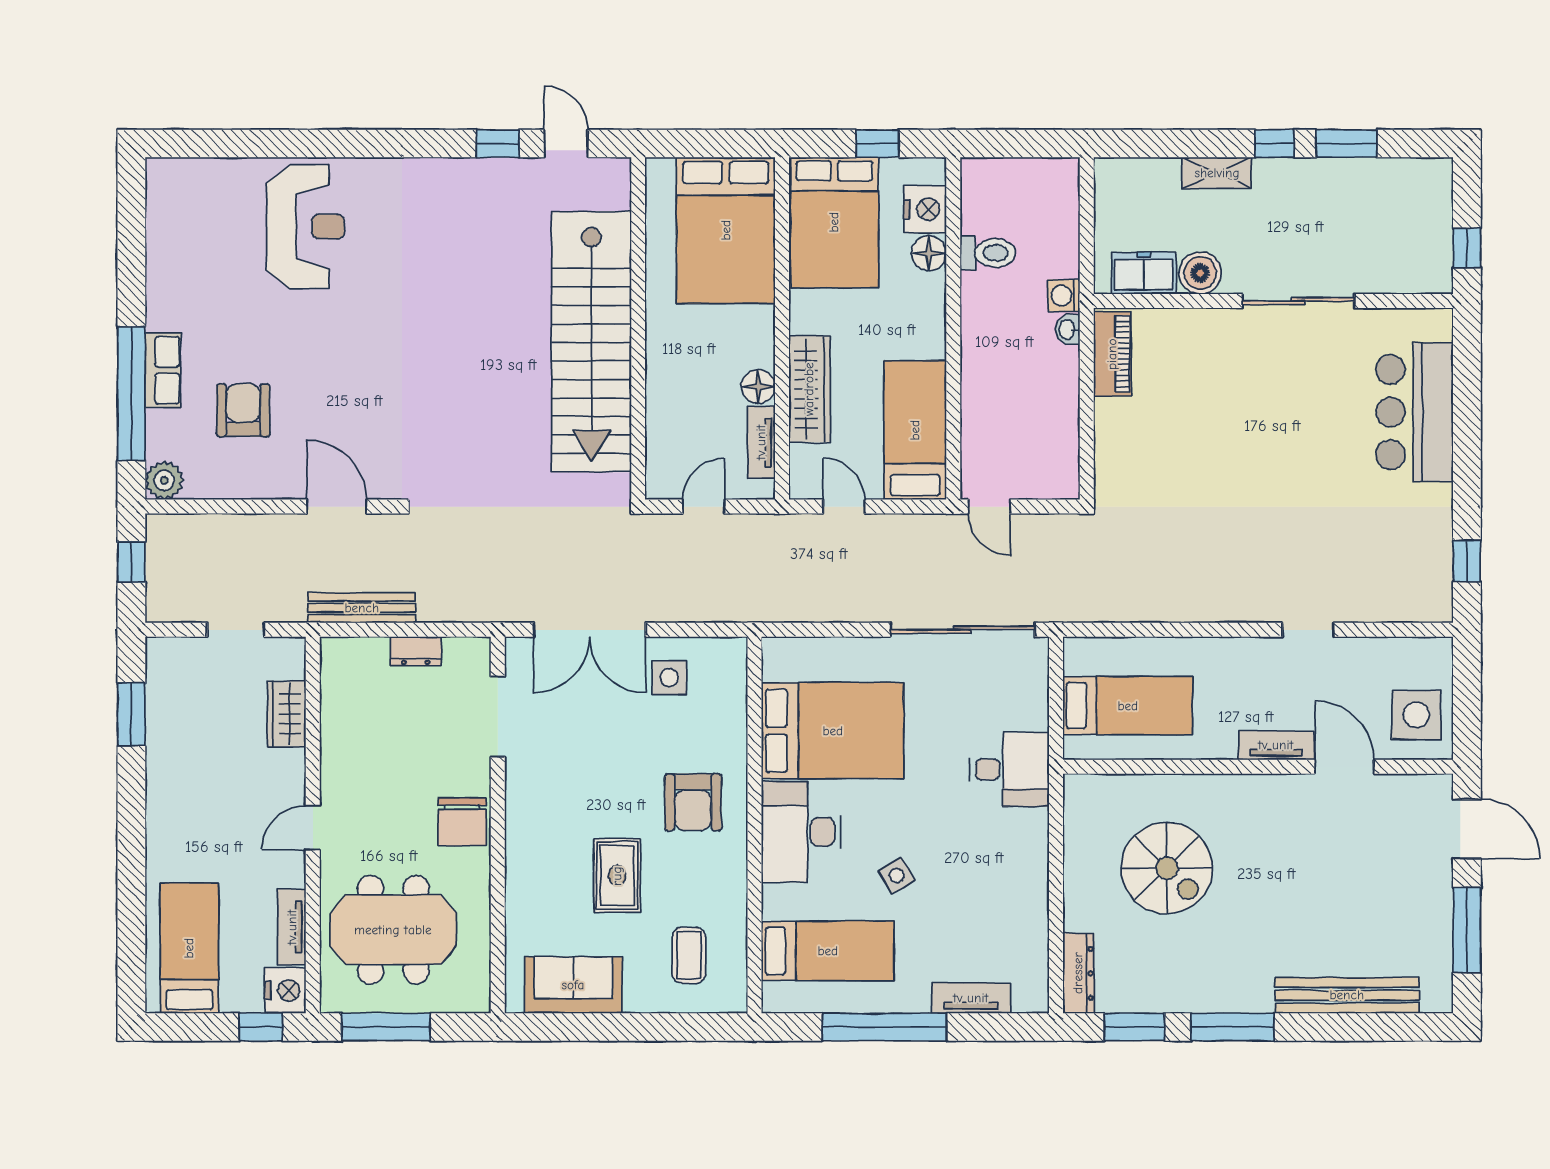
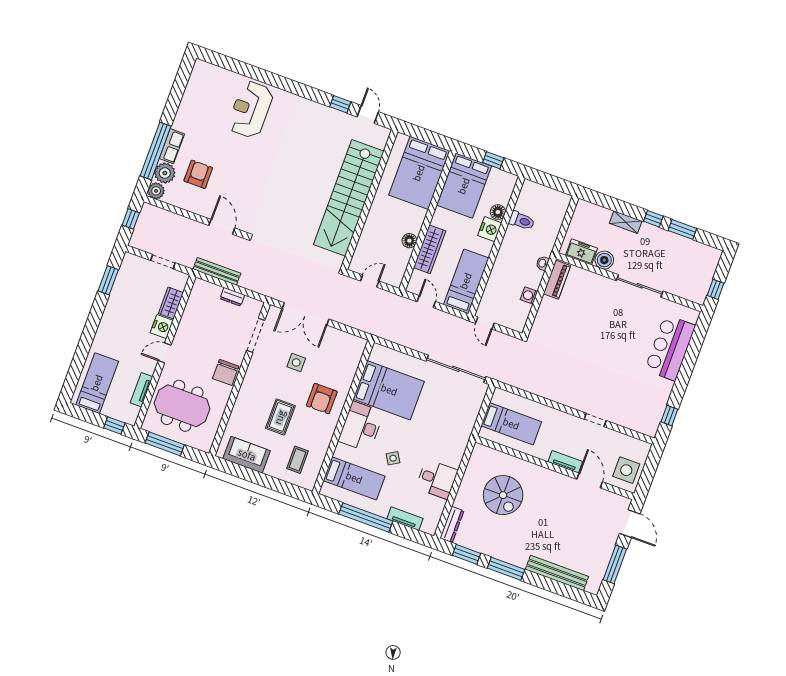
nightstand: (925, 209) -> (490, 229), moved
reception desk: (306, 227) -> (250, 109), turned 180
washing machine: (1064, 295) -> (529, 296), moved
plant: (169, 434) -> (165, 173), added
tv unit: (761, 442) -> (402, 264), removed
side table: (669, 678) -> (296, 362), moved
desk: (1009, 769) -> (437, 479), moved
nightstand: (285, 990) -> (162, 327), moved

